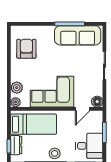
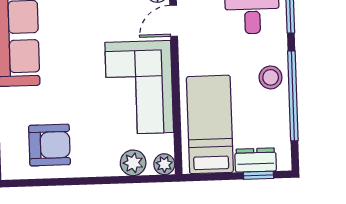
armchair: (26, 49) -> (50, 145), turned 180
door: (83, 109) -> (174, 21), swing flipped

